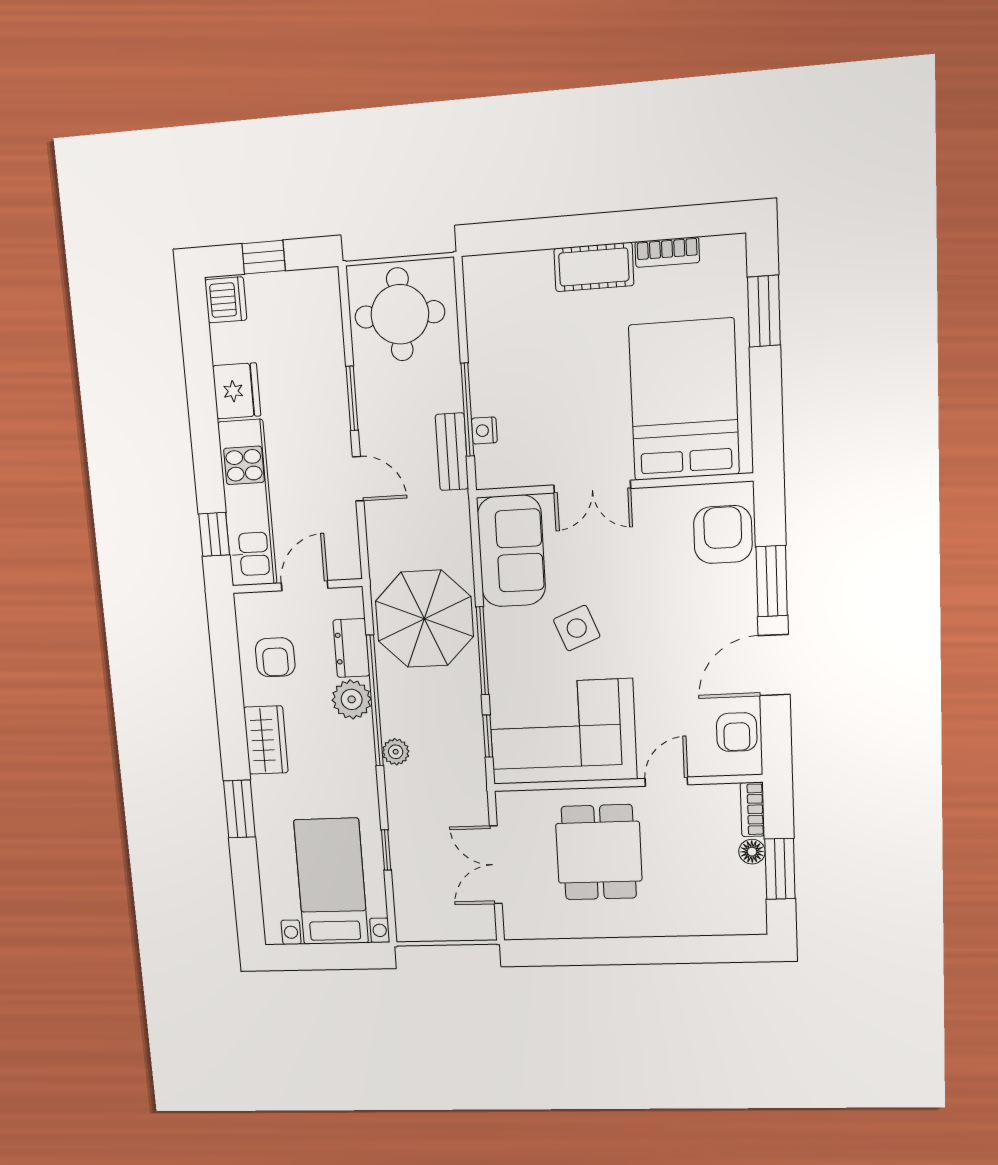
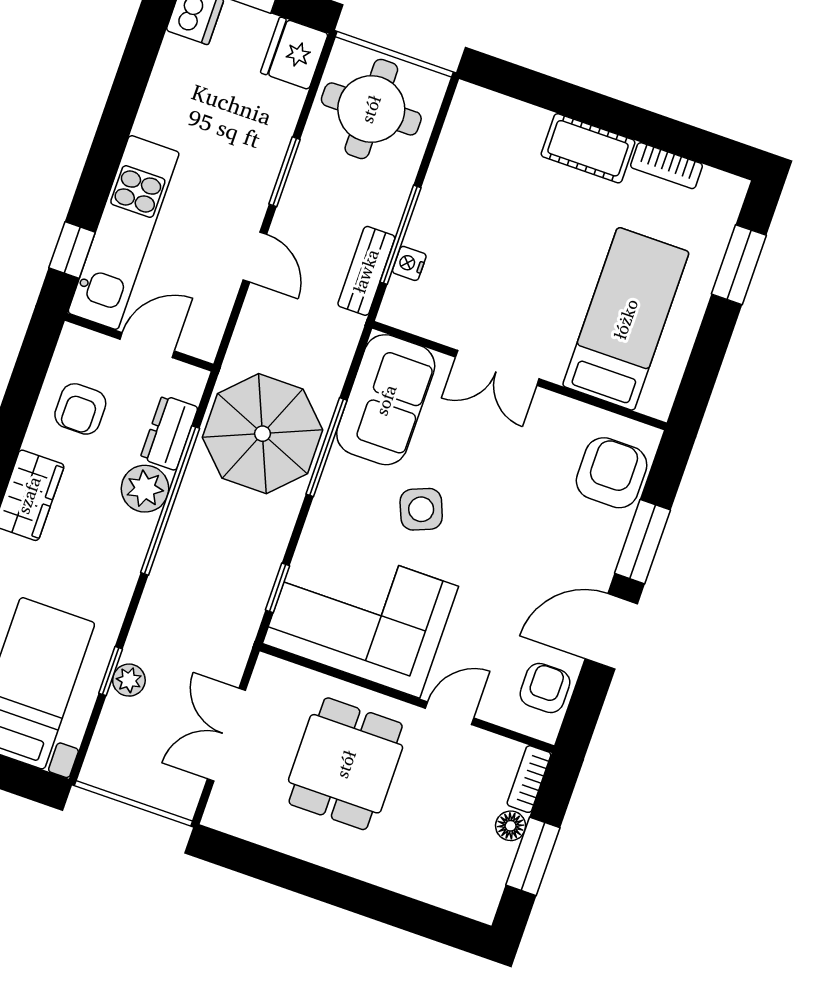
fridge: (237, 391) -> (294, 53), moved, turned 180
bed: (684, 400) -> (626, 319), width x0.67
window: (482, 651) -> (327, 447), moved
armchair: (737, 732) -> (545, 688), turned 180
plant: (396, 752) -> (129, 680), moved

